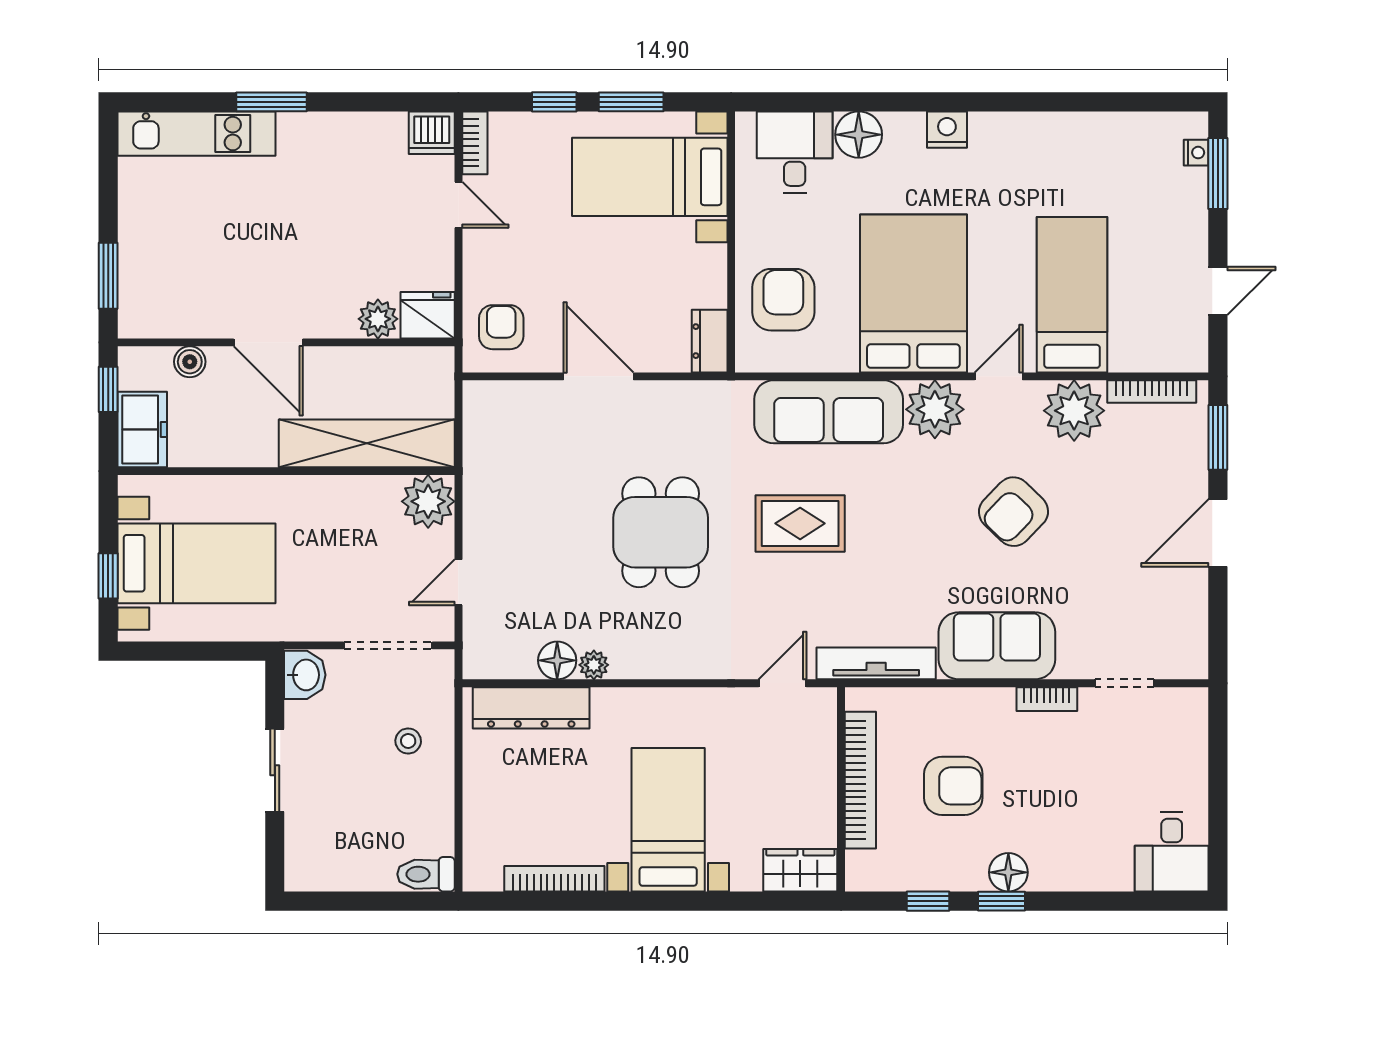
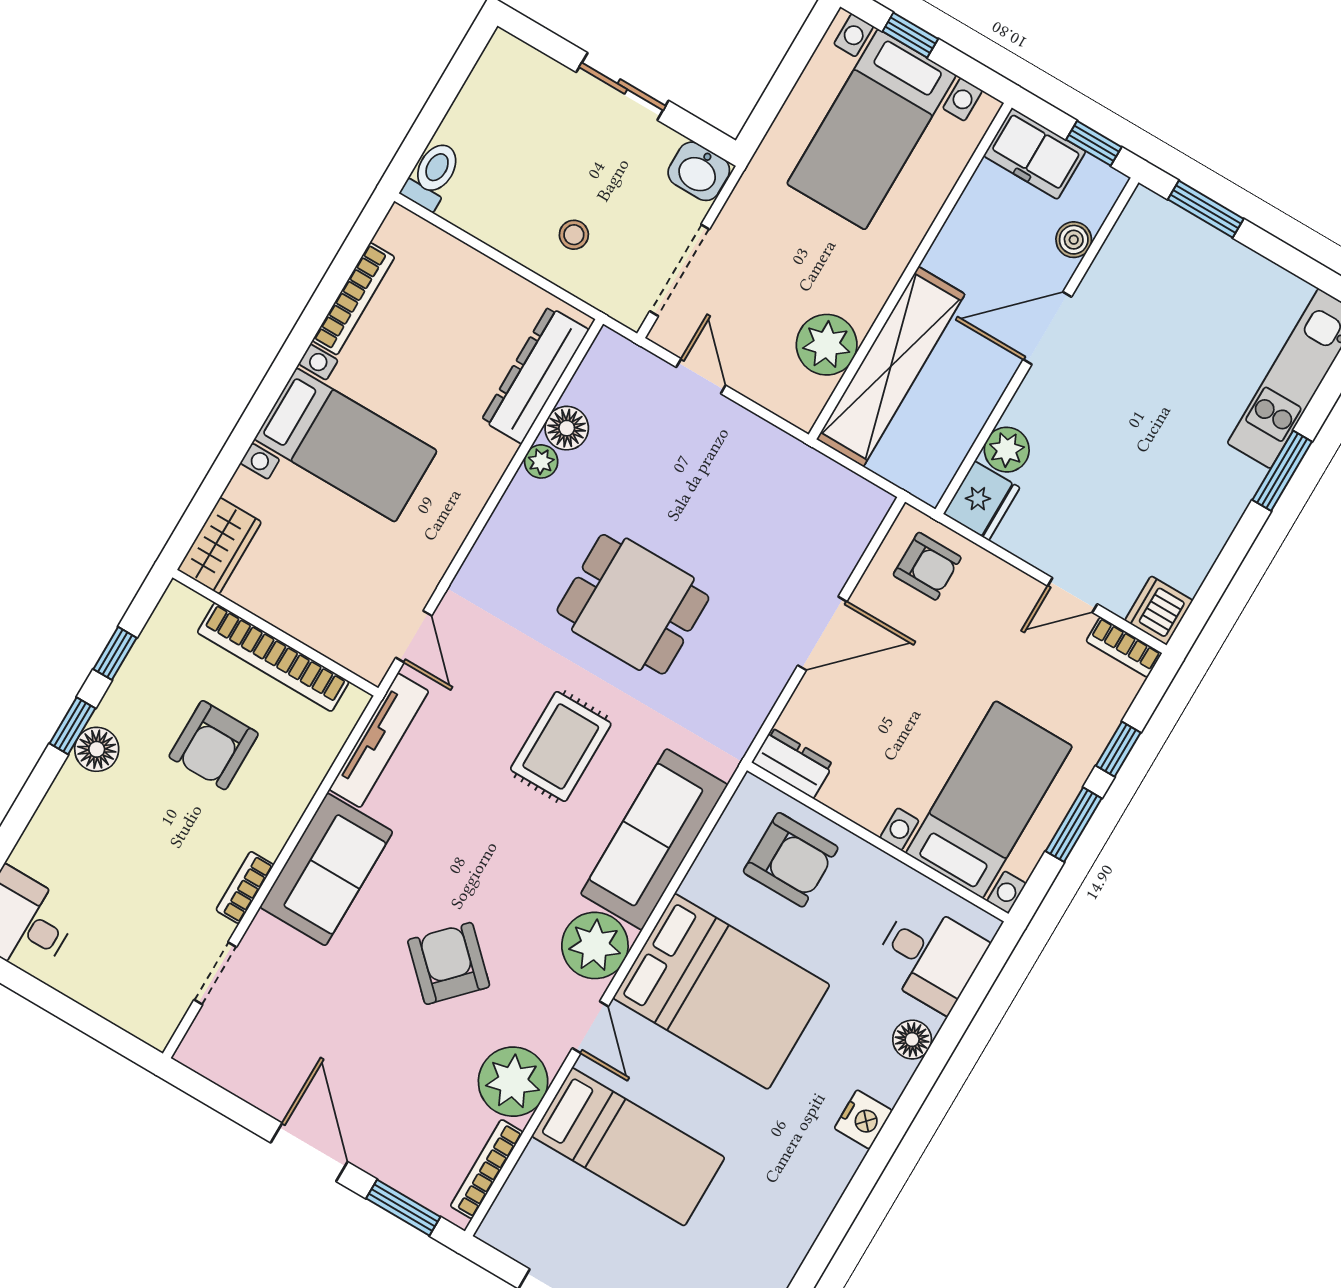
floor lamp: (859, 135) -> (912, 1040), width x0.73, depth x0.73
plant: (428, 501) -> (827, 345), moved

